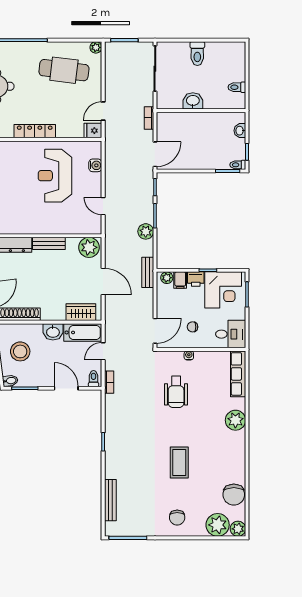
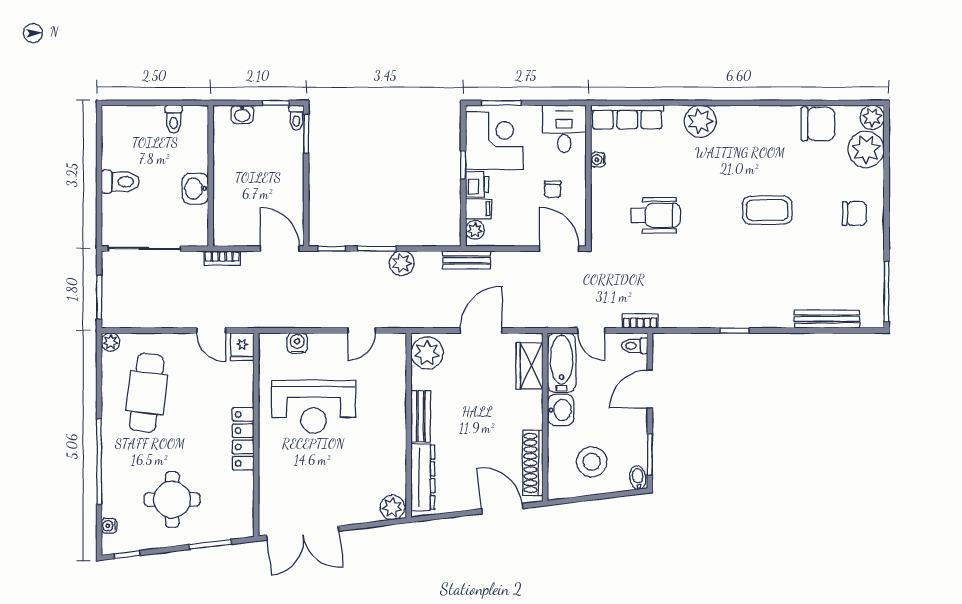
water cooler: (189, 355) -> (598, 160), moved

